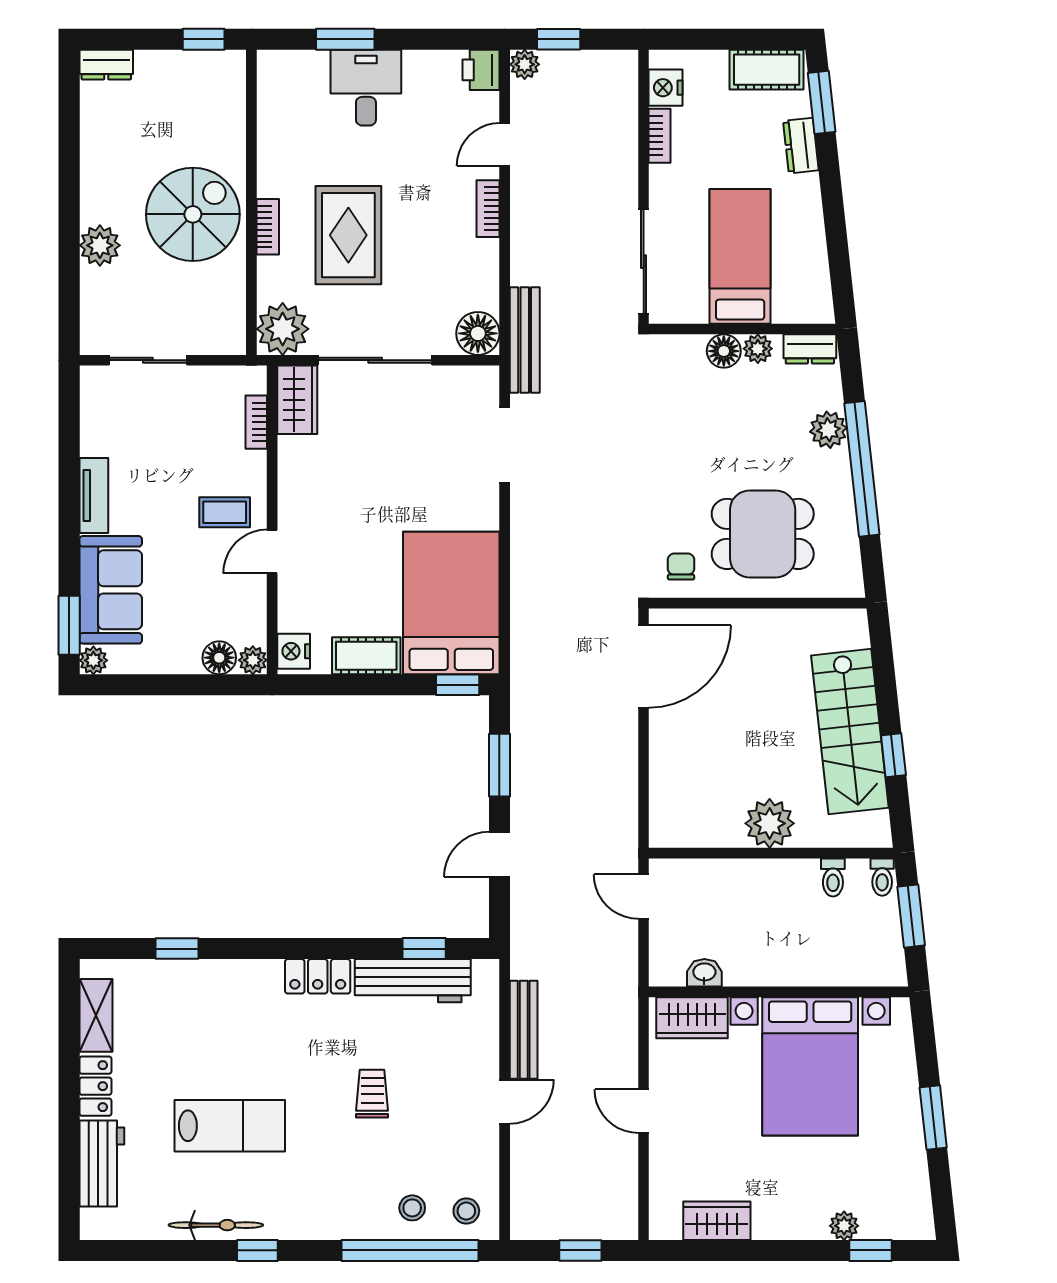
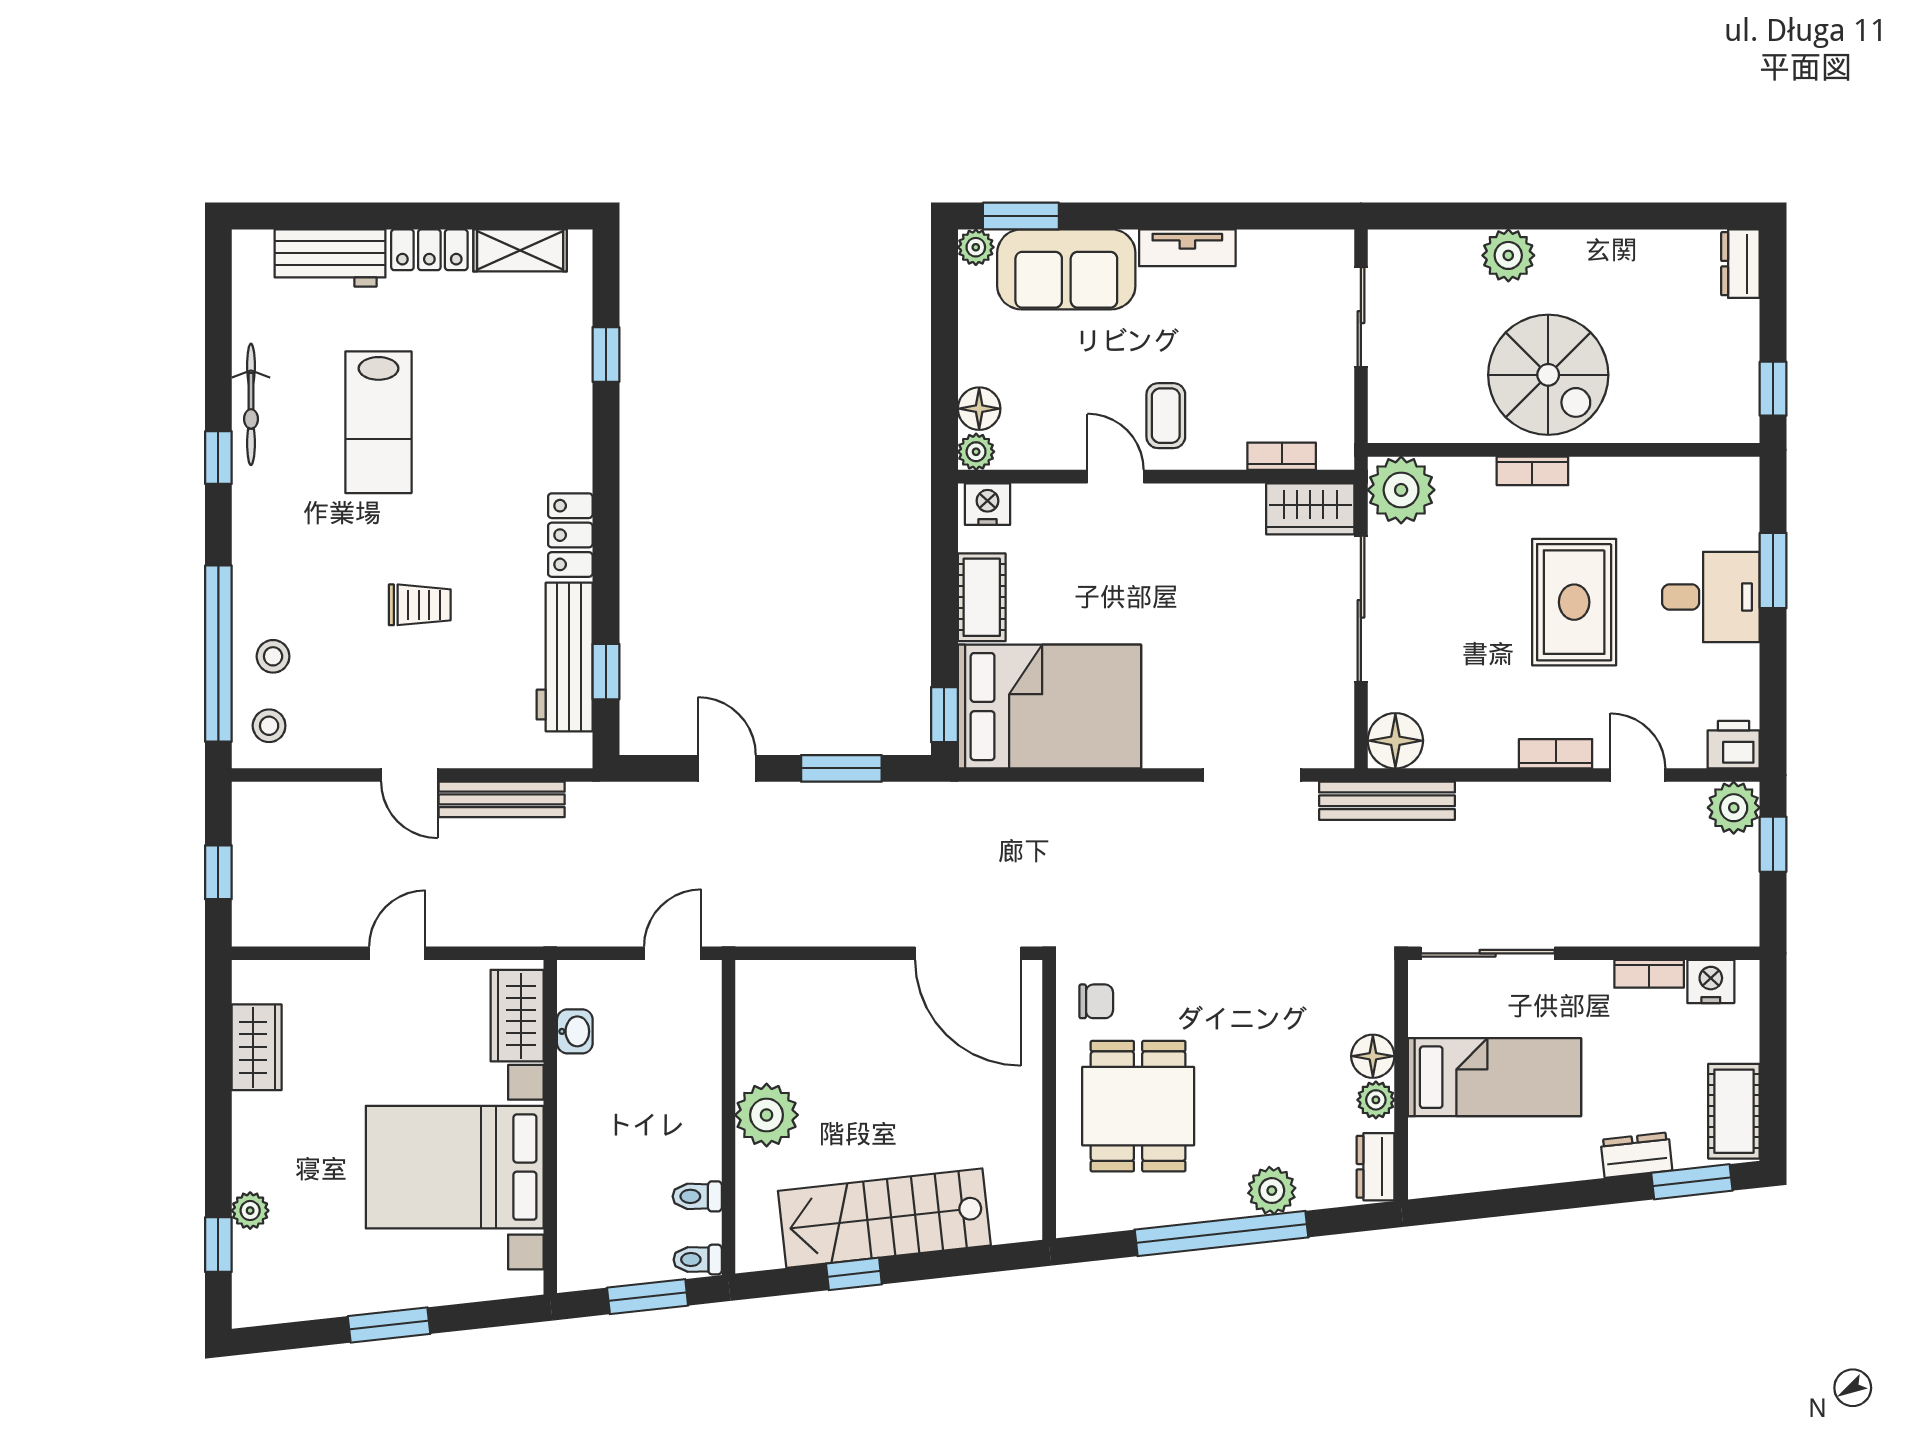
plant: (525, 64) -> (1734, 808), width x1.38, depth x1.38
rug: (348, 235) -> (1574, 602), moved, turned 90

